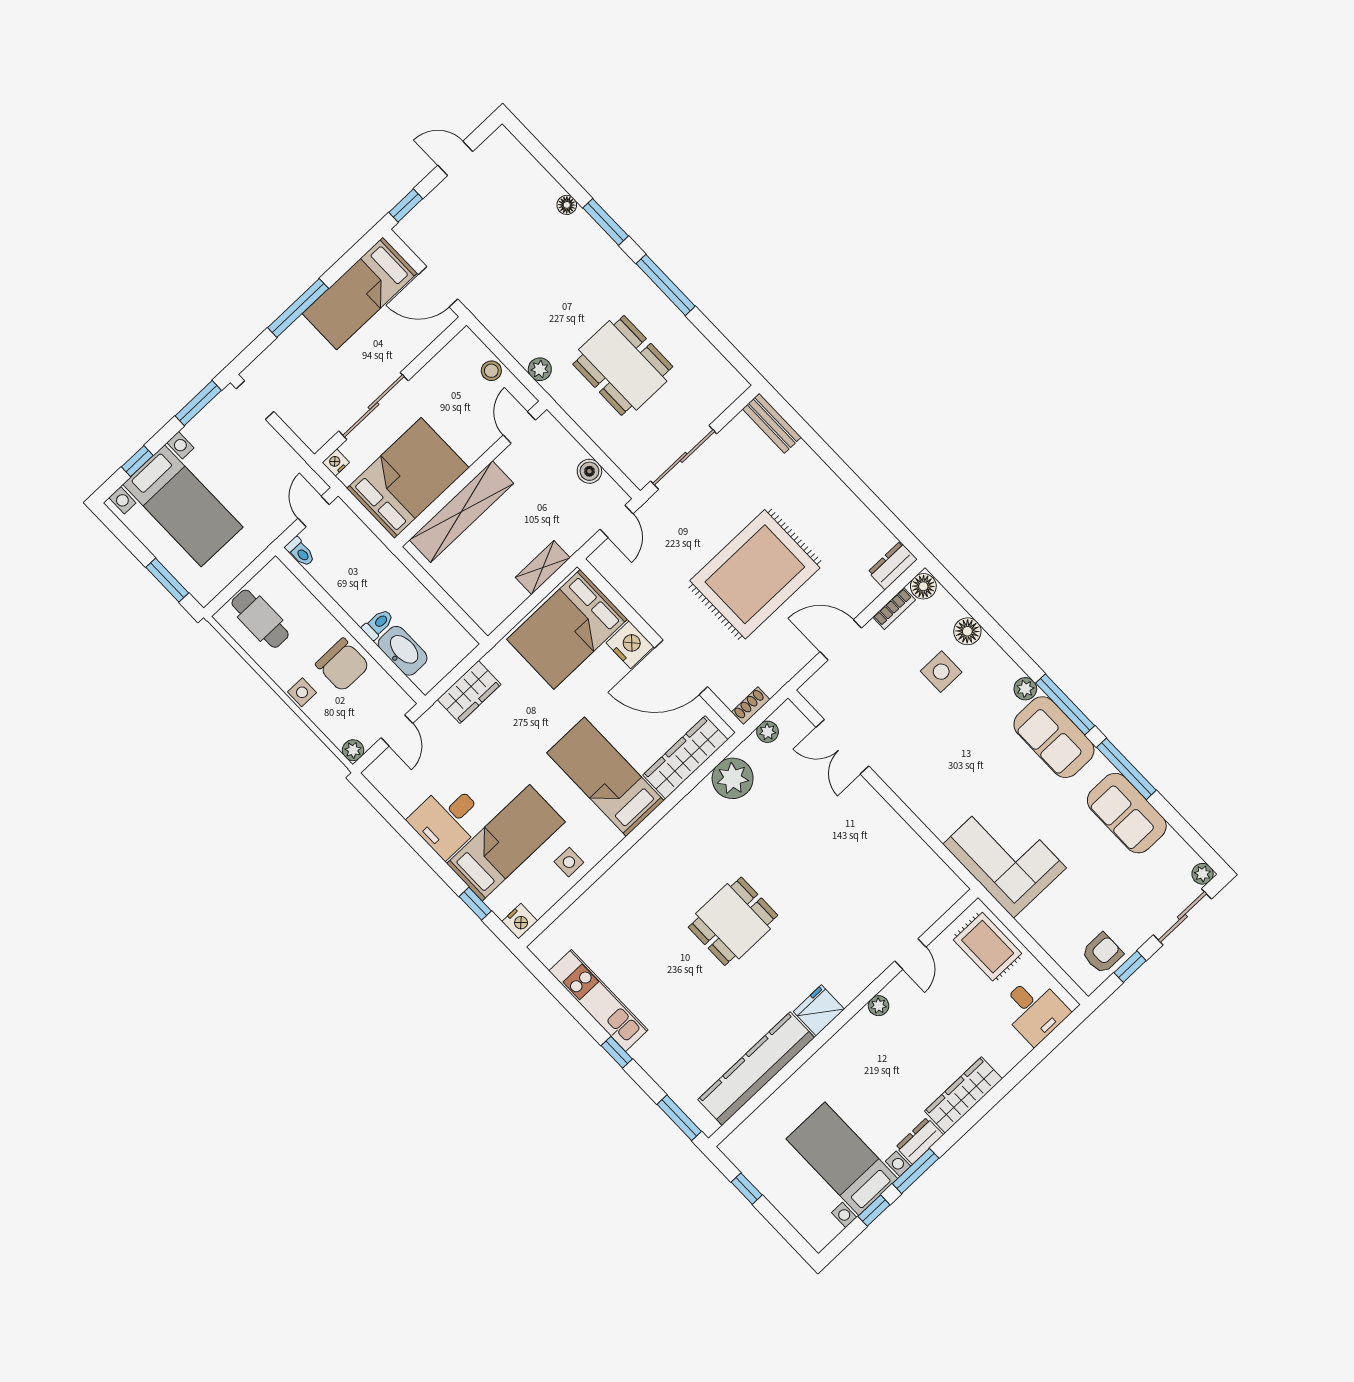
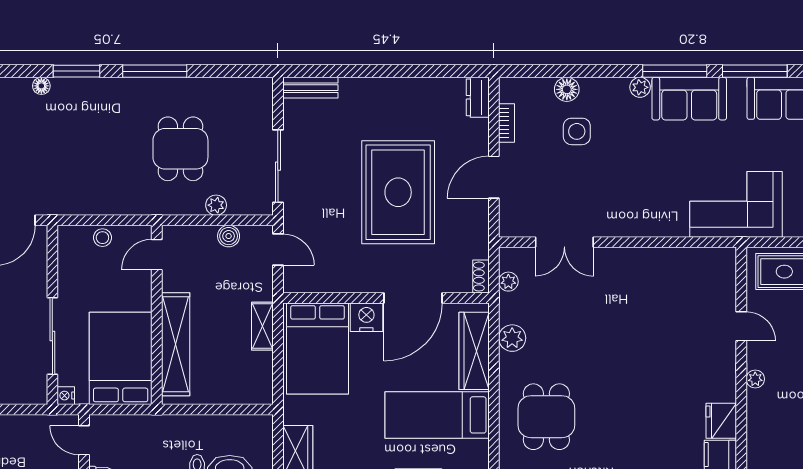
dining table: (623, 365) -> (180, 149), width x0.73
plant: (540, 369) -> (216, 205), moved
door: (519, 427) -> (157, 255), hinge flipped
floor lamp: (923, 586) -> (510, 90), removed
plant: (733, 778) -> (512, 338), width x0.73, depth x0.73
dining table: (733, 921) -> (546, 417), moved

